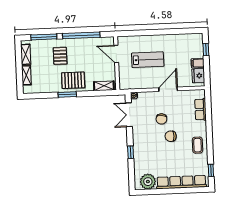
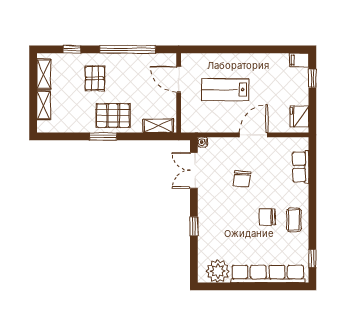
window: (44, 37) -> (72, 49), width x0.46
lab bench: (148, 60) -> (225, 90), turned 180
filing cabinet: (198, 63) -> (299, 60), moved
chair: (171, 136) -> (267, 217), moved

